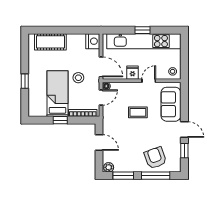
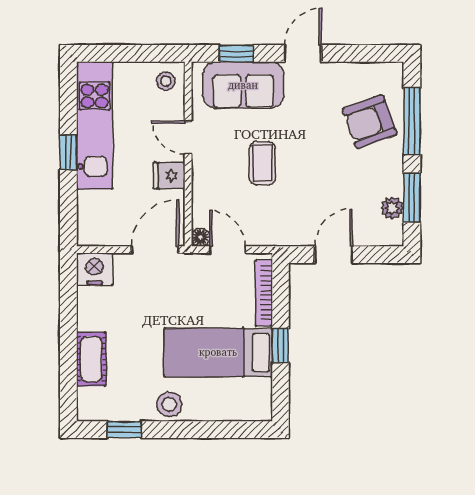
kitchen unit: (144, 41) -> (95, 125), width x0.73
cot: (50, 42) -> (91, 359), width x0.73, depth x0.75
stool: (78, 78) -> (169, 404), moved
window: (25, 81) -> (124, 430), moved
window: (184, 151) -> (236, 53), moved
plant: (109, 167) -> (392, 208), moved

